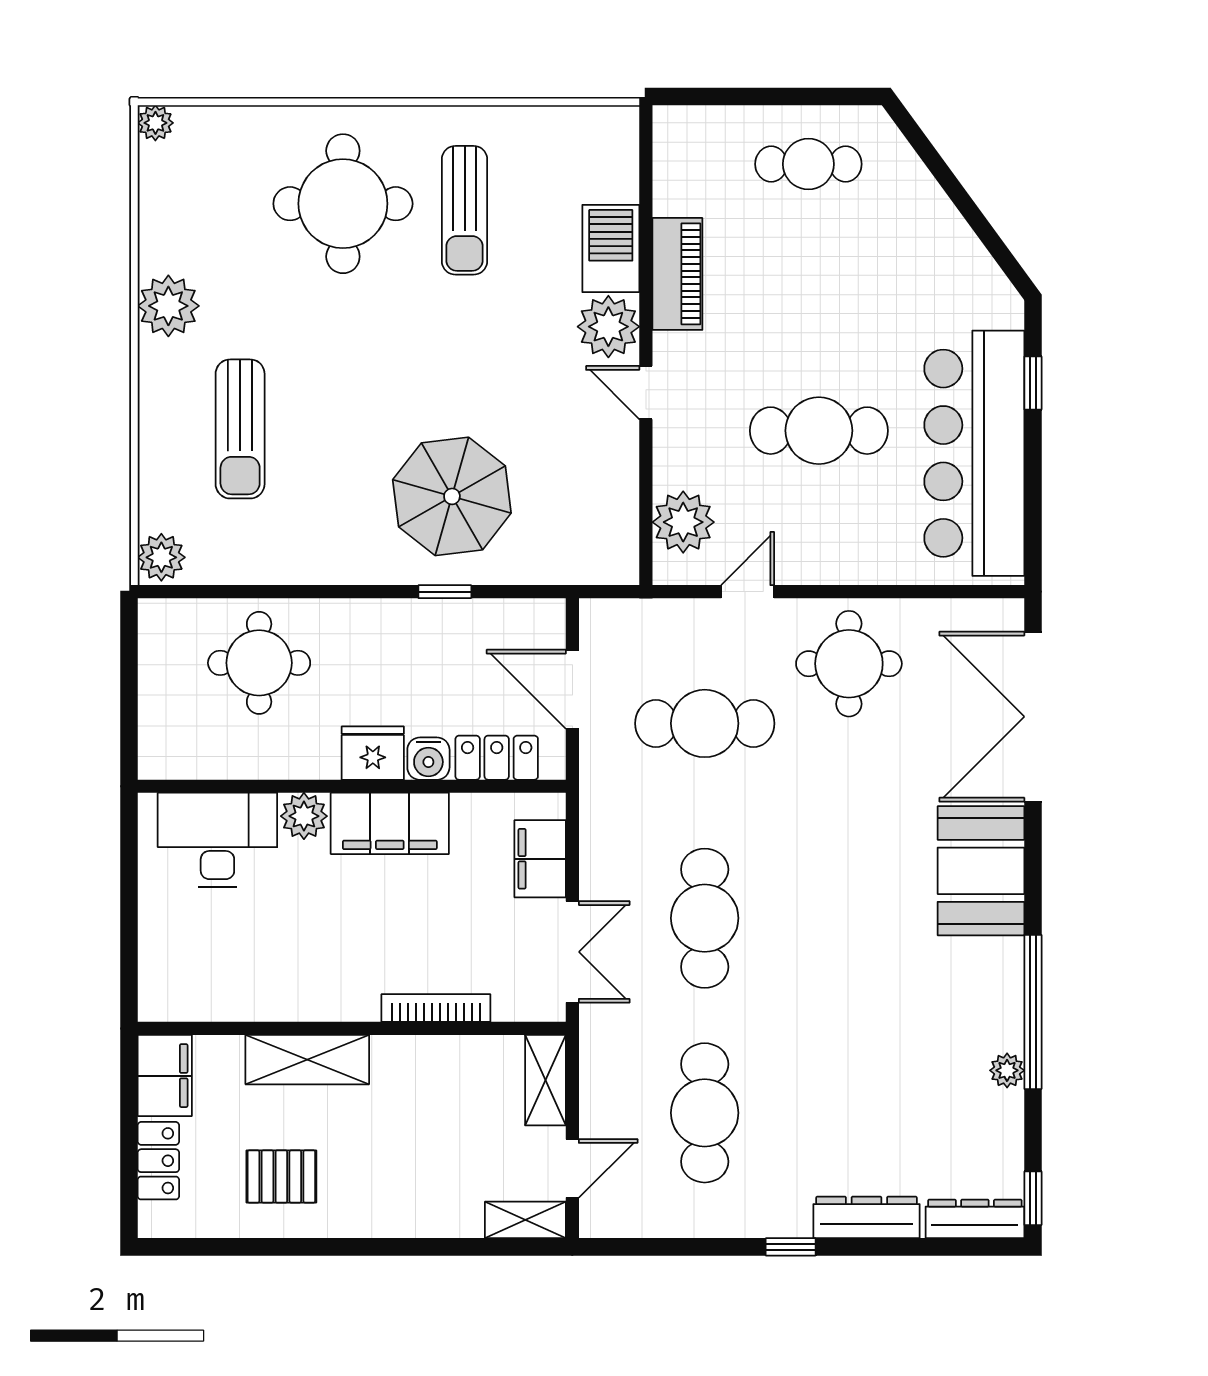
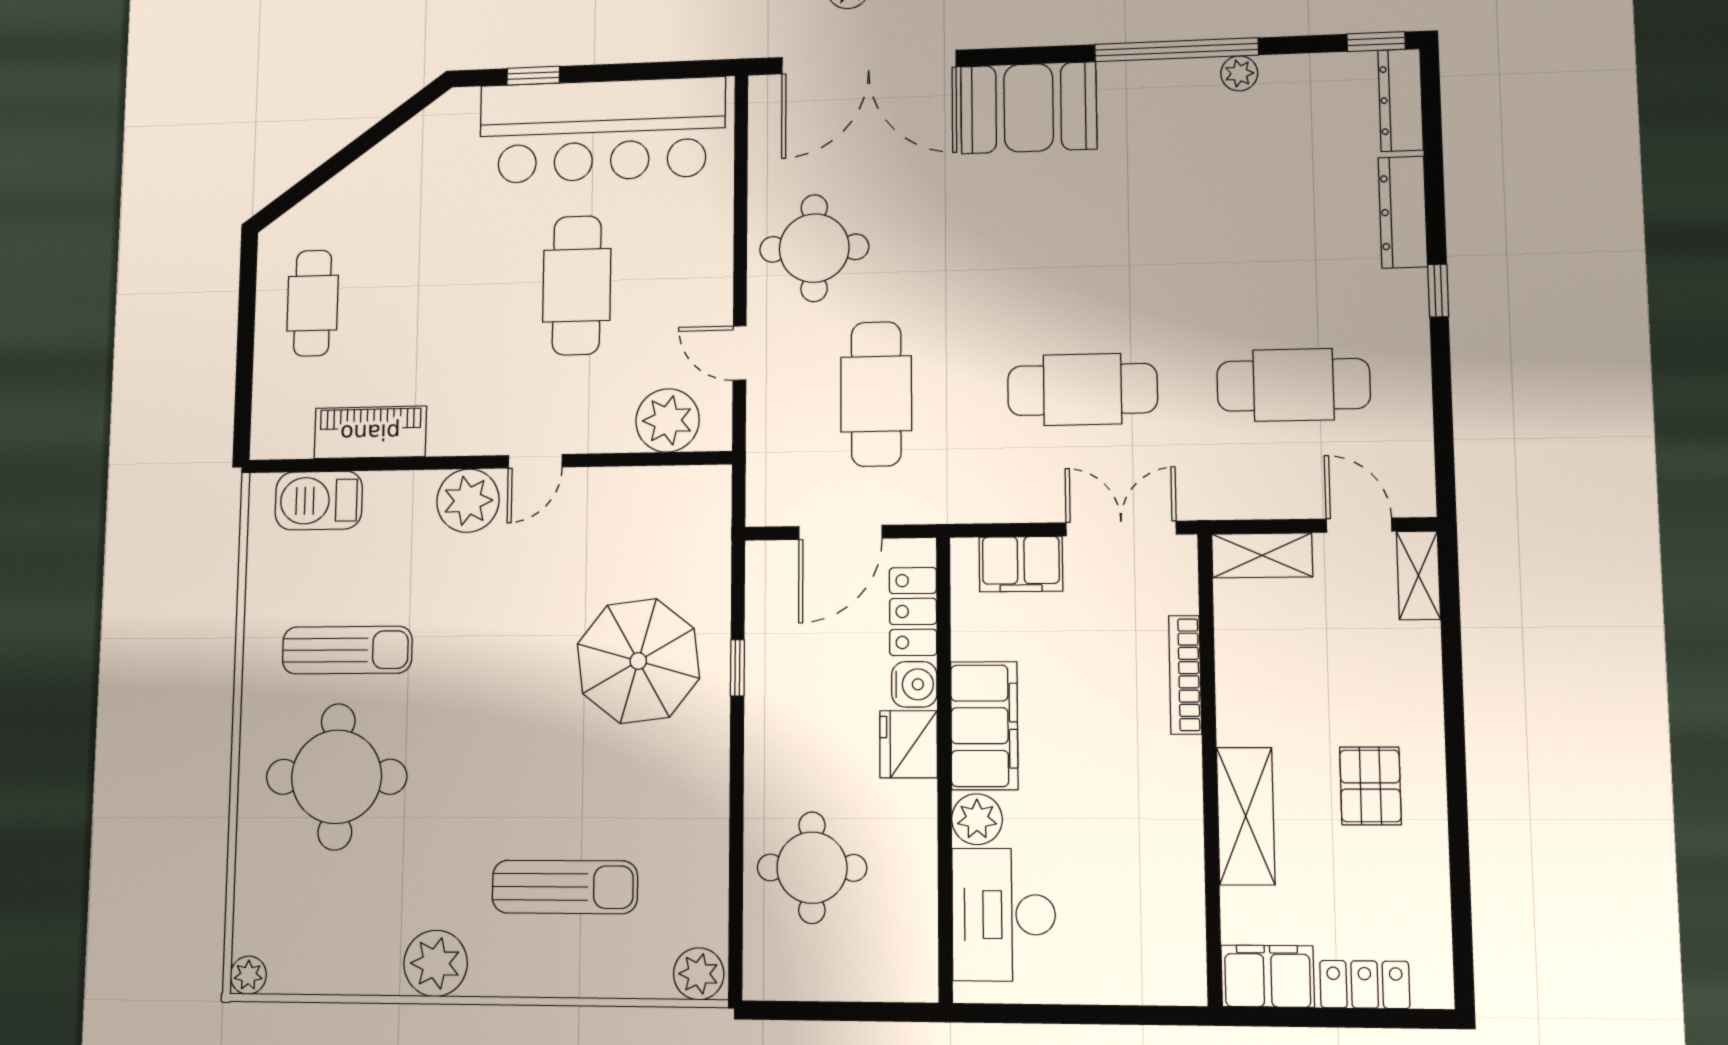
barbecue: (611, 248) -> (319, 501), moved
piano: (677, 274) -> (370, 432), moved
pallet: (281, 1176) -> (1370, 786), moved

